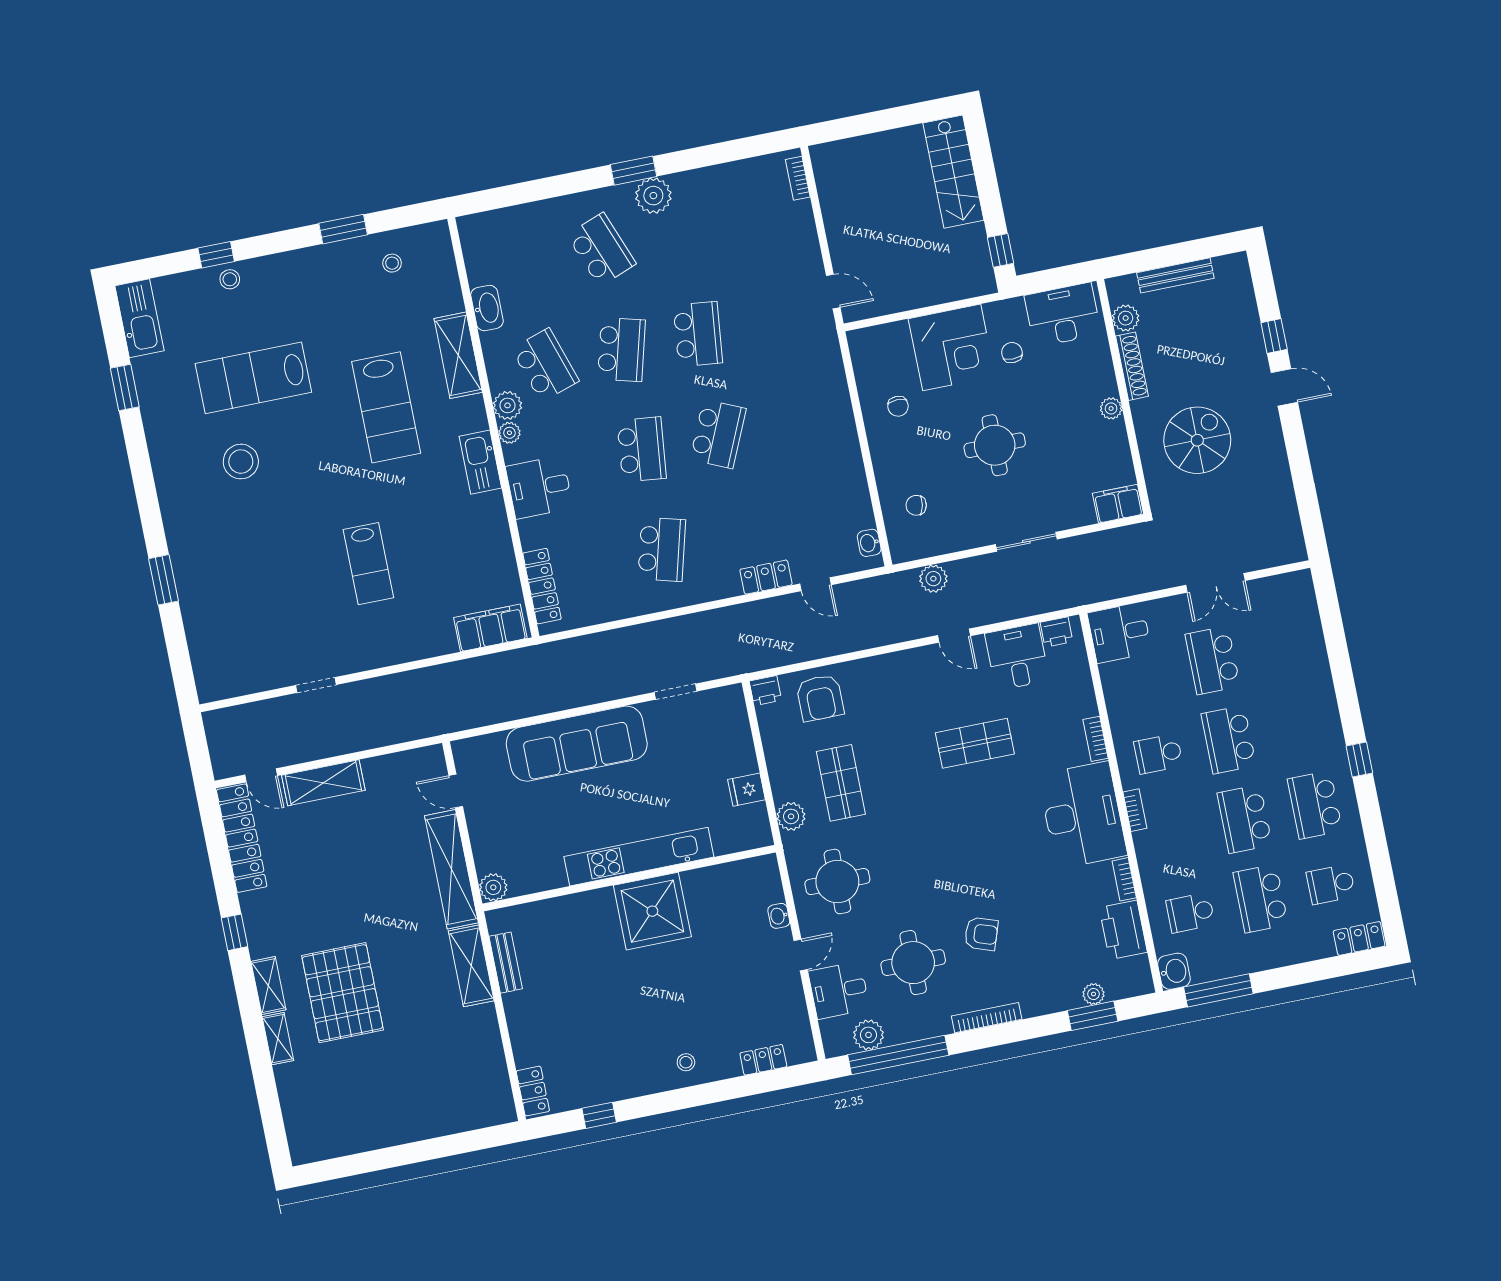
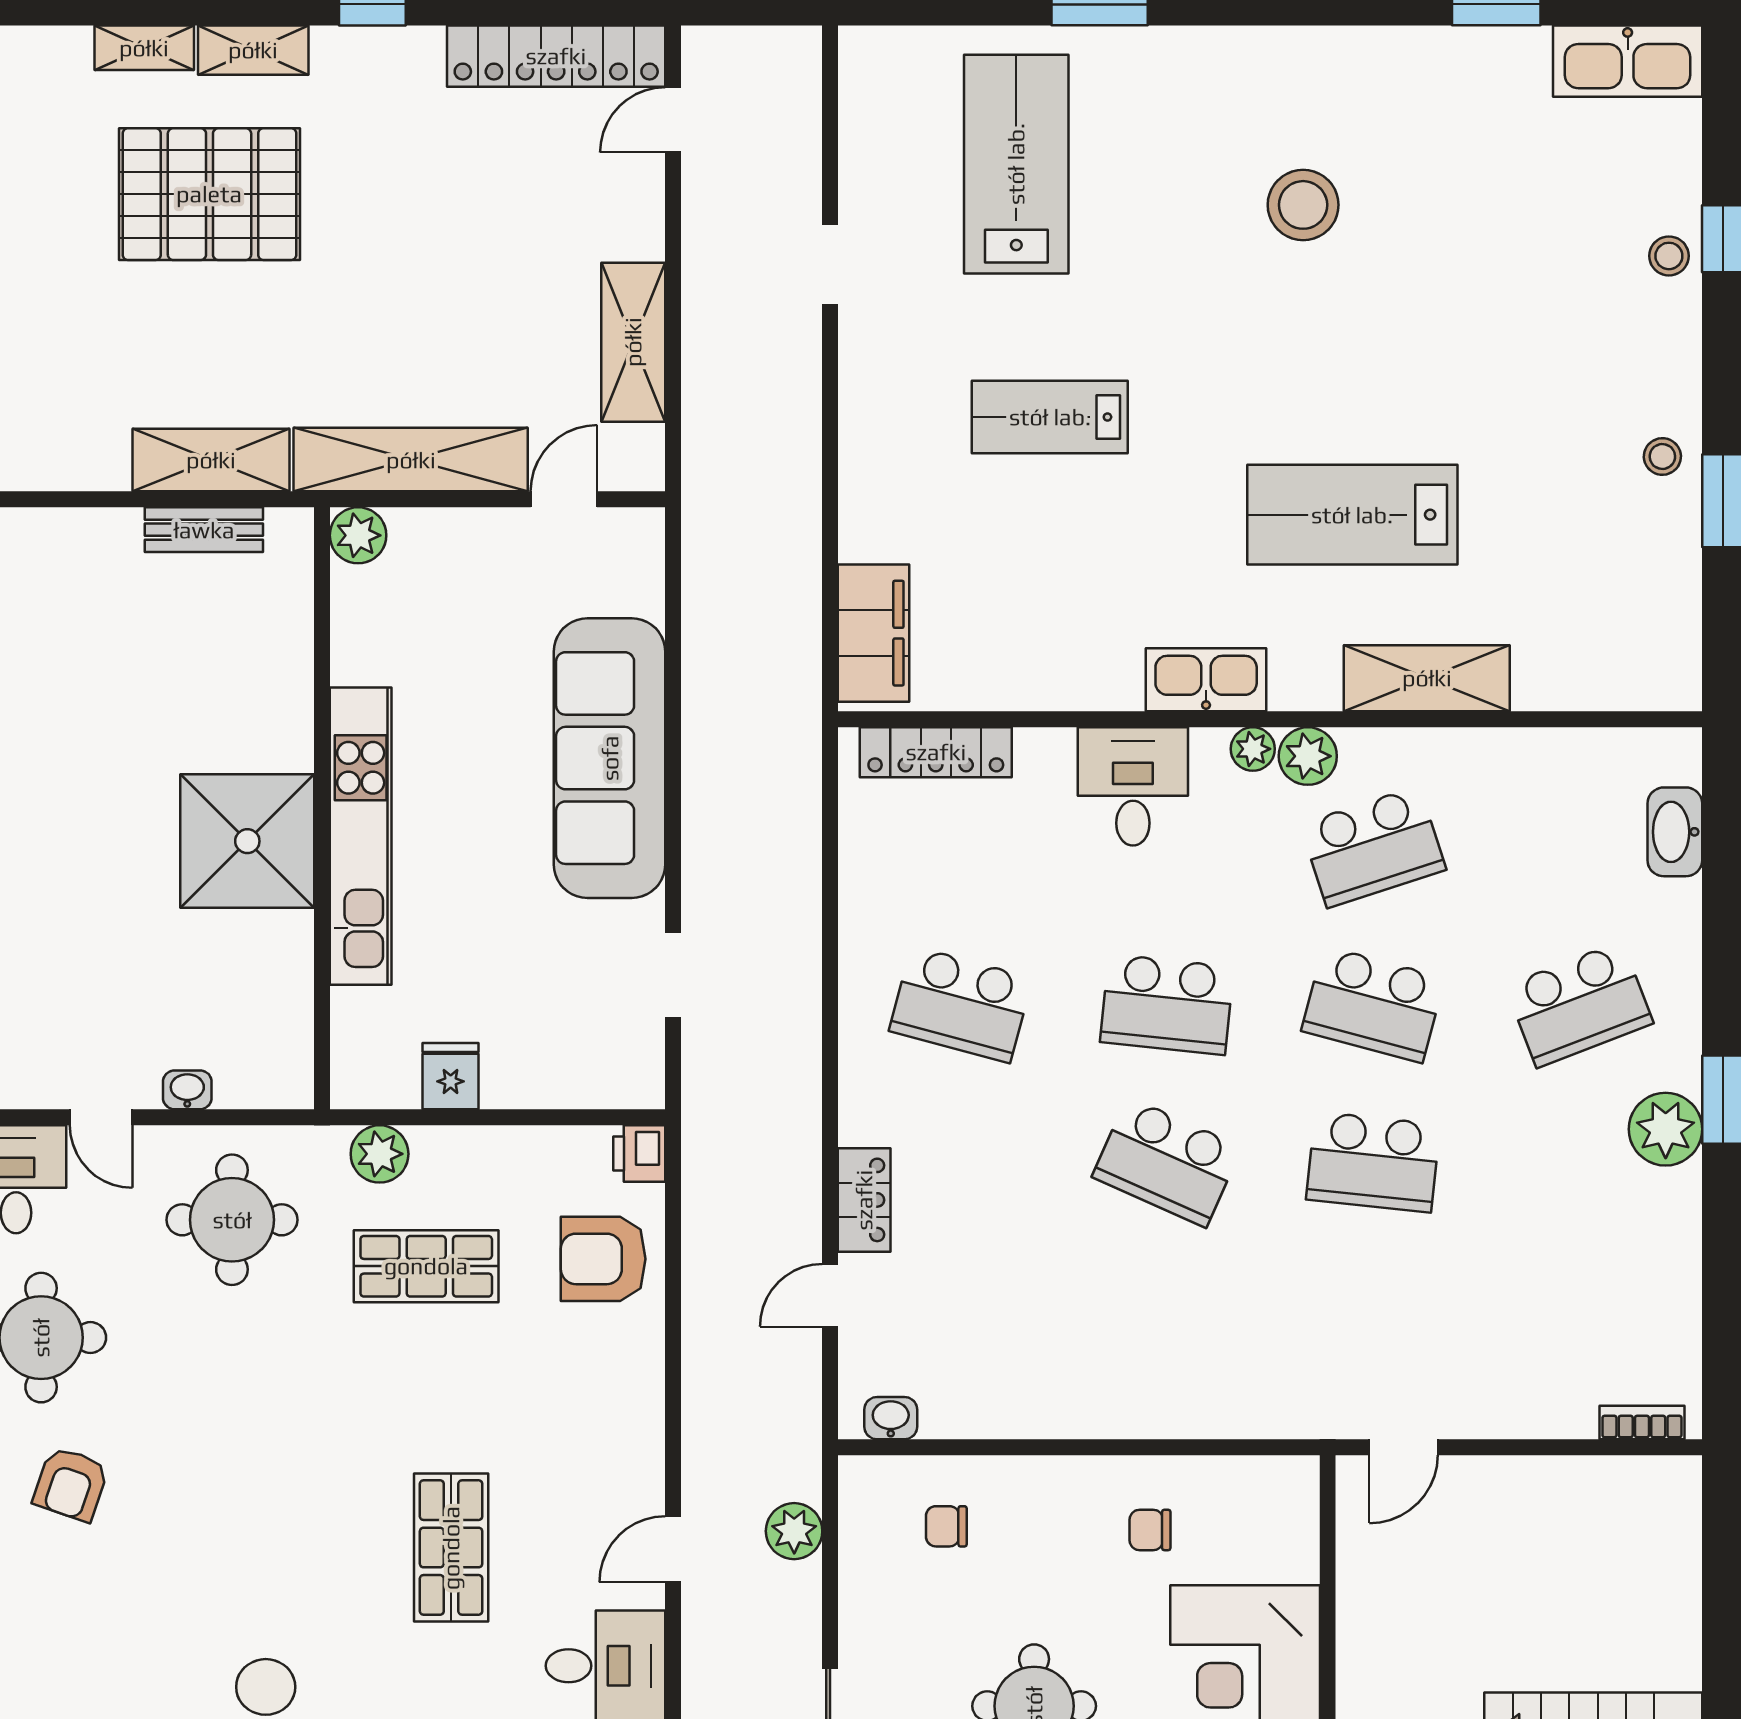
stool: (392, 263) -> (1662, 456), moved
washbasin: (487, 308) -> (1675, 832), moved, turned 90
lab bench: (253, 378) -> (1016, 164), moved
chair: (916, 505) -> (946, 1526), turned -102
shelving: (323, 783) -> (633, 342), moved

